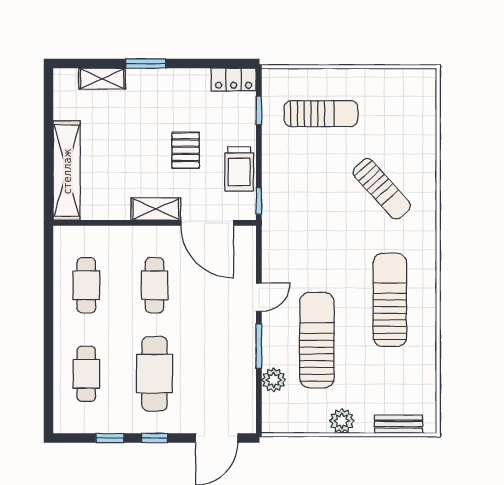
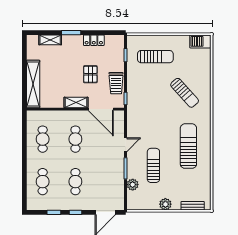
locker: (234, 80) -> (94, 40), moved
barbecue: (414, 82) -> (200, 41), added
sun lounger: (317, 340) -> (153, 165), width x0.73, depth x0.75
cafe table: (155, 374) -> (75, 182), width x0.73, depth x0.74

